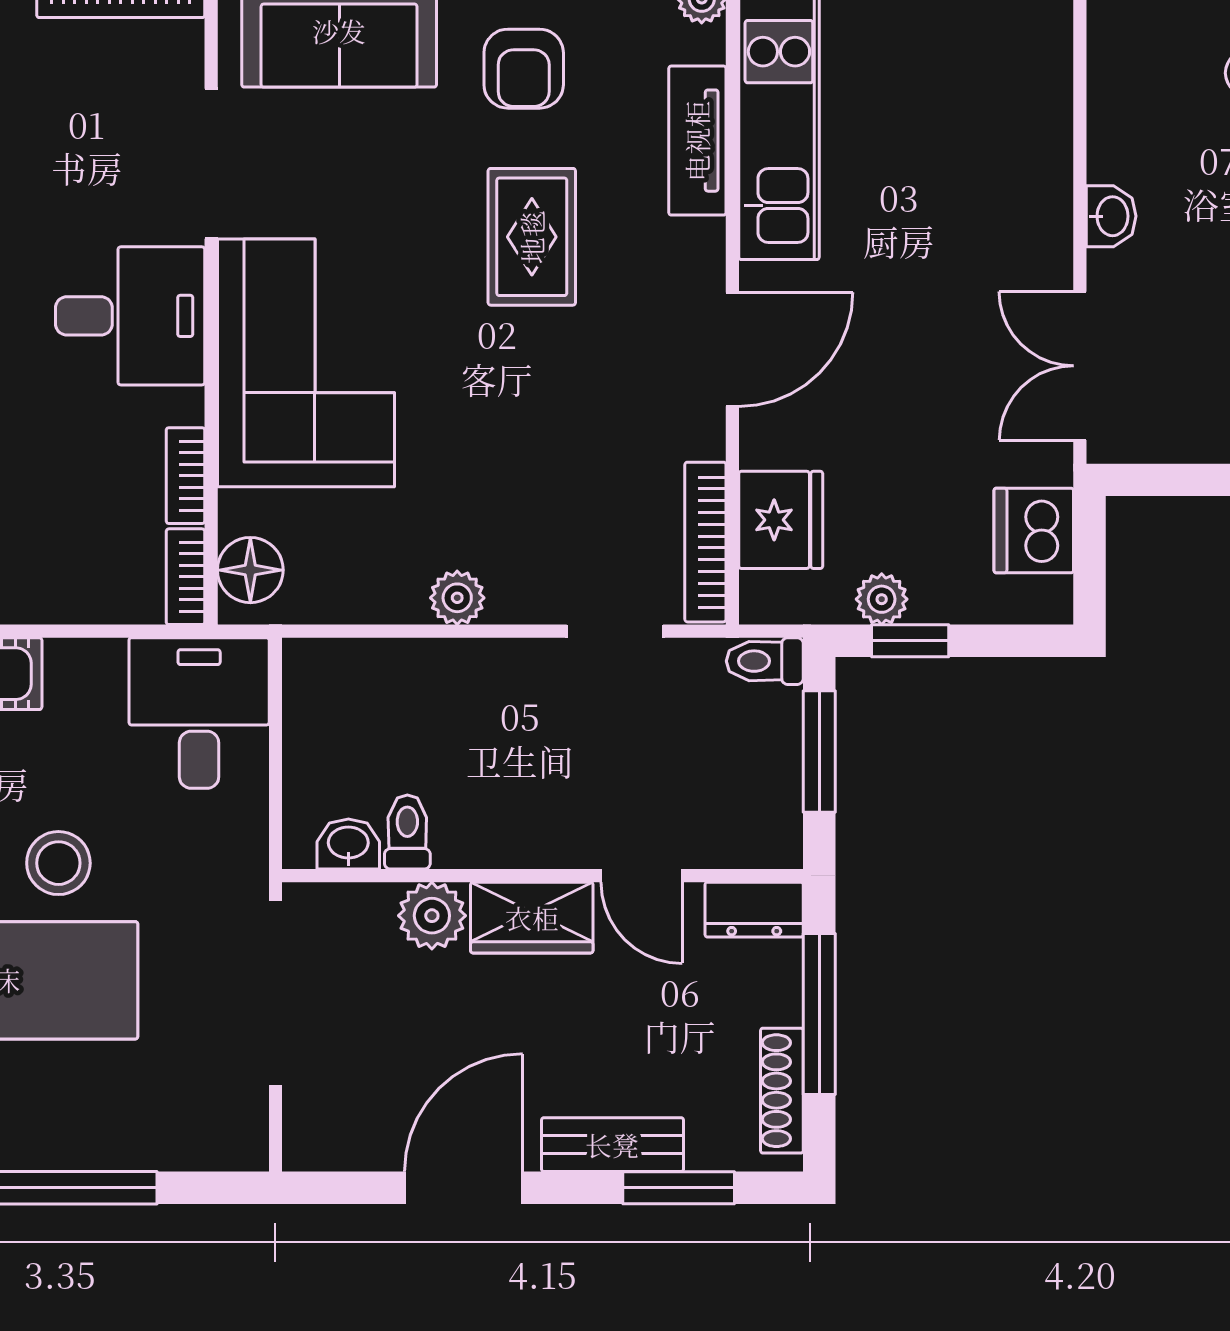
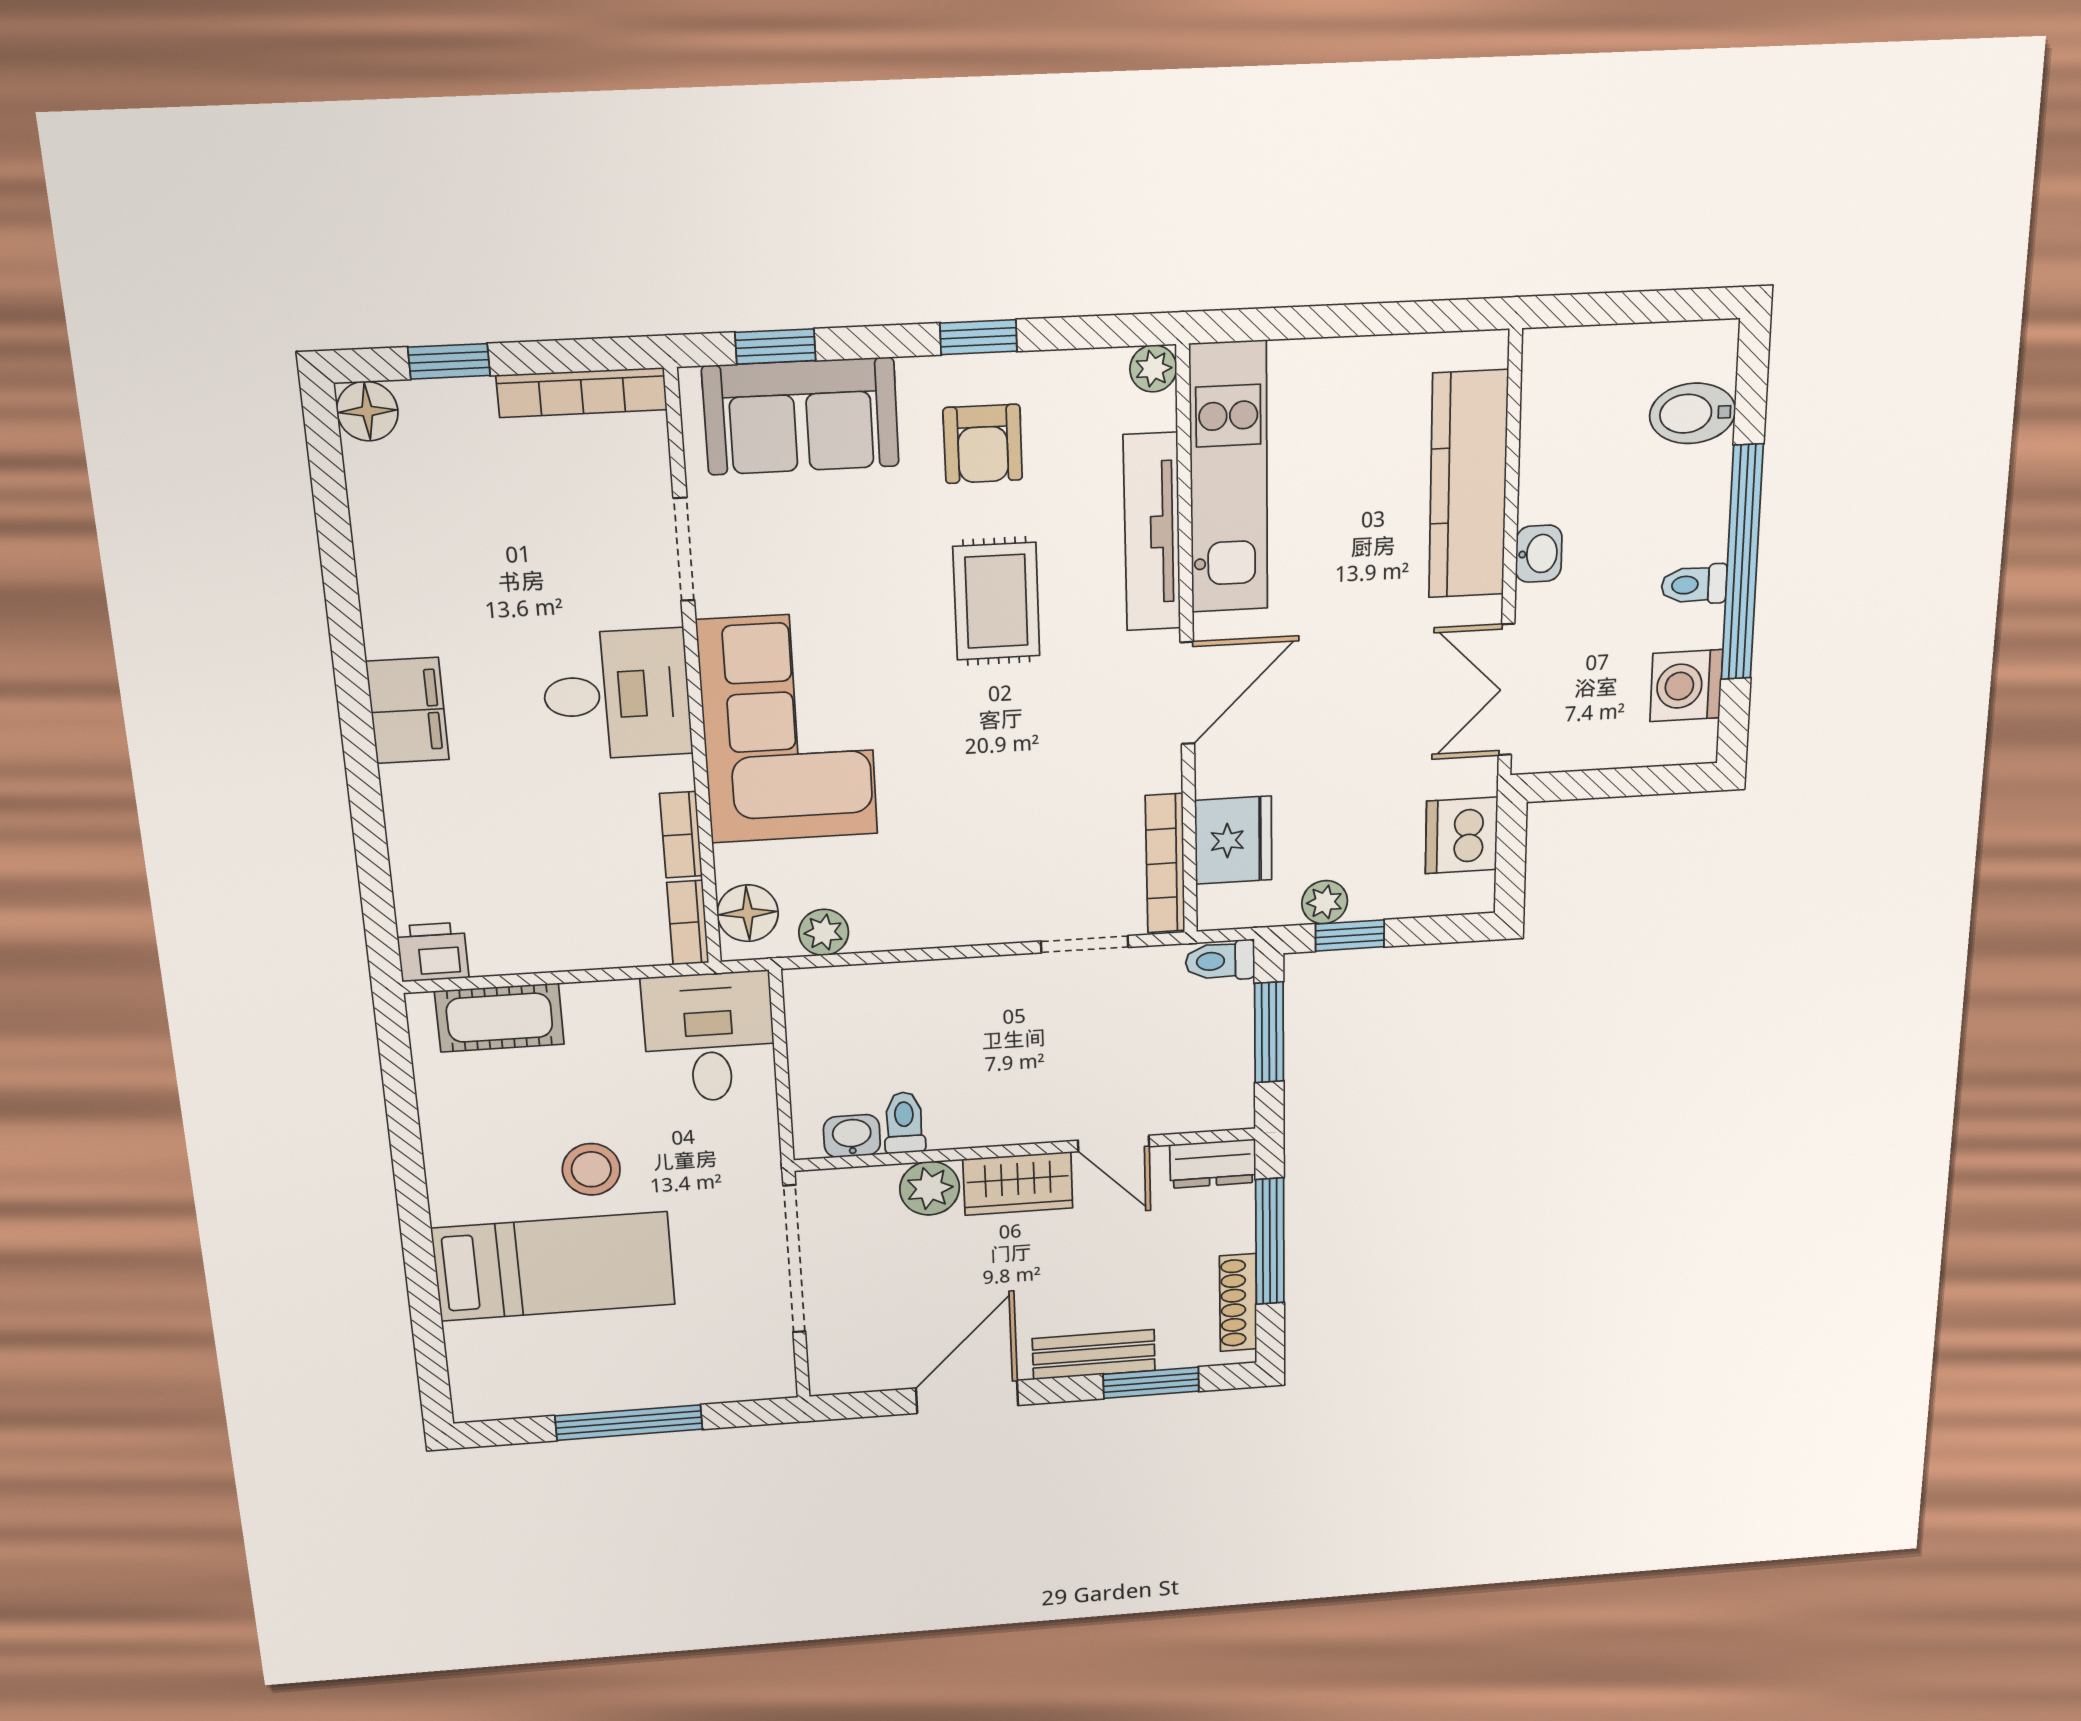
kitchen counter: (1033, 137) -> (1468, 485), added
tv unit: (697, 141) -> (1152, 532), width x1.41
doorway: (211, 164) -> (684, 549), width x0.73
plant: (457, 598) -> (824, 932), moved

